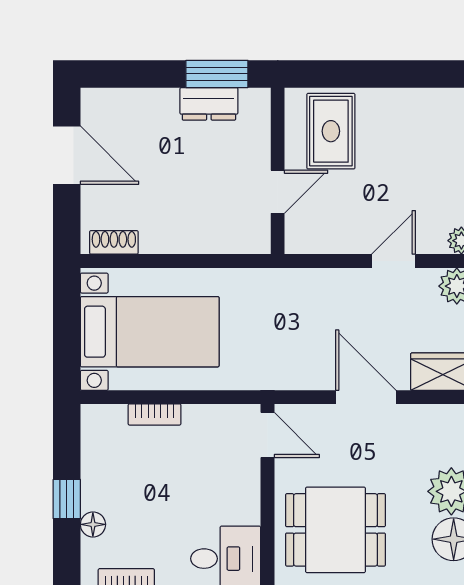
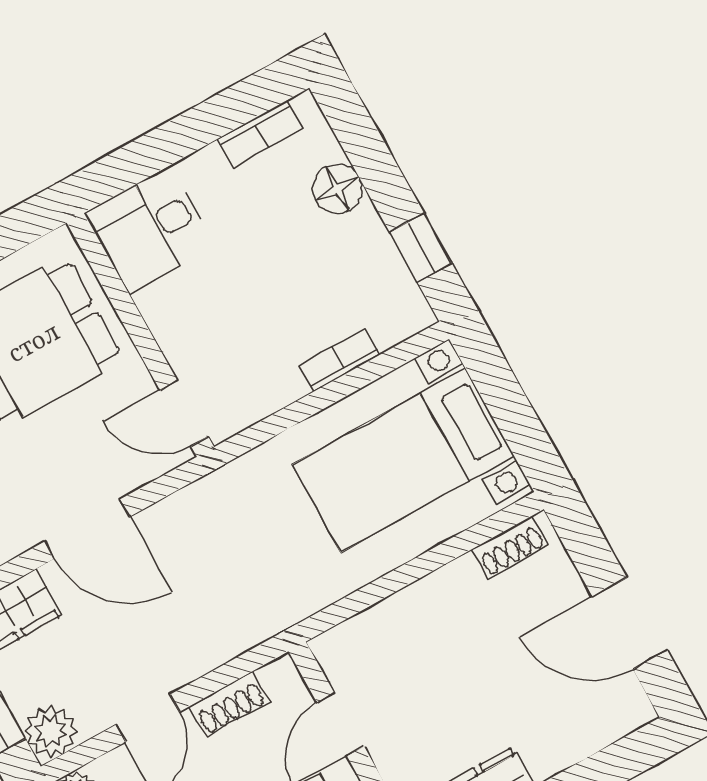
shoe rack: (339, 242) -> (229, 704), added
window: (67, 499) -> (421, 248), moved
floor lamp: (93, 524) -> (337, 189), width x1.37, depth x1.37

